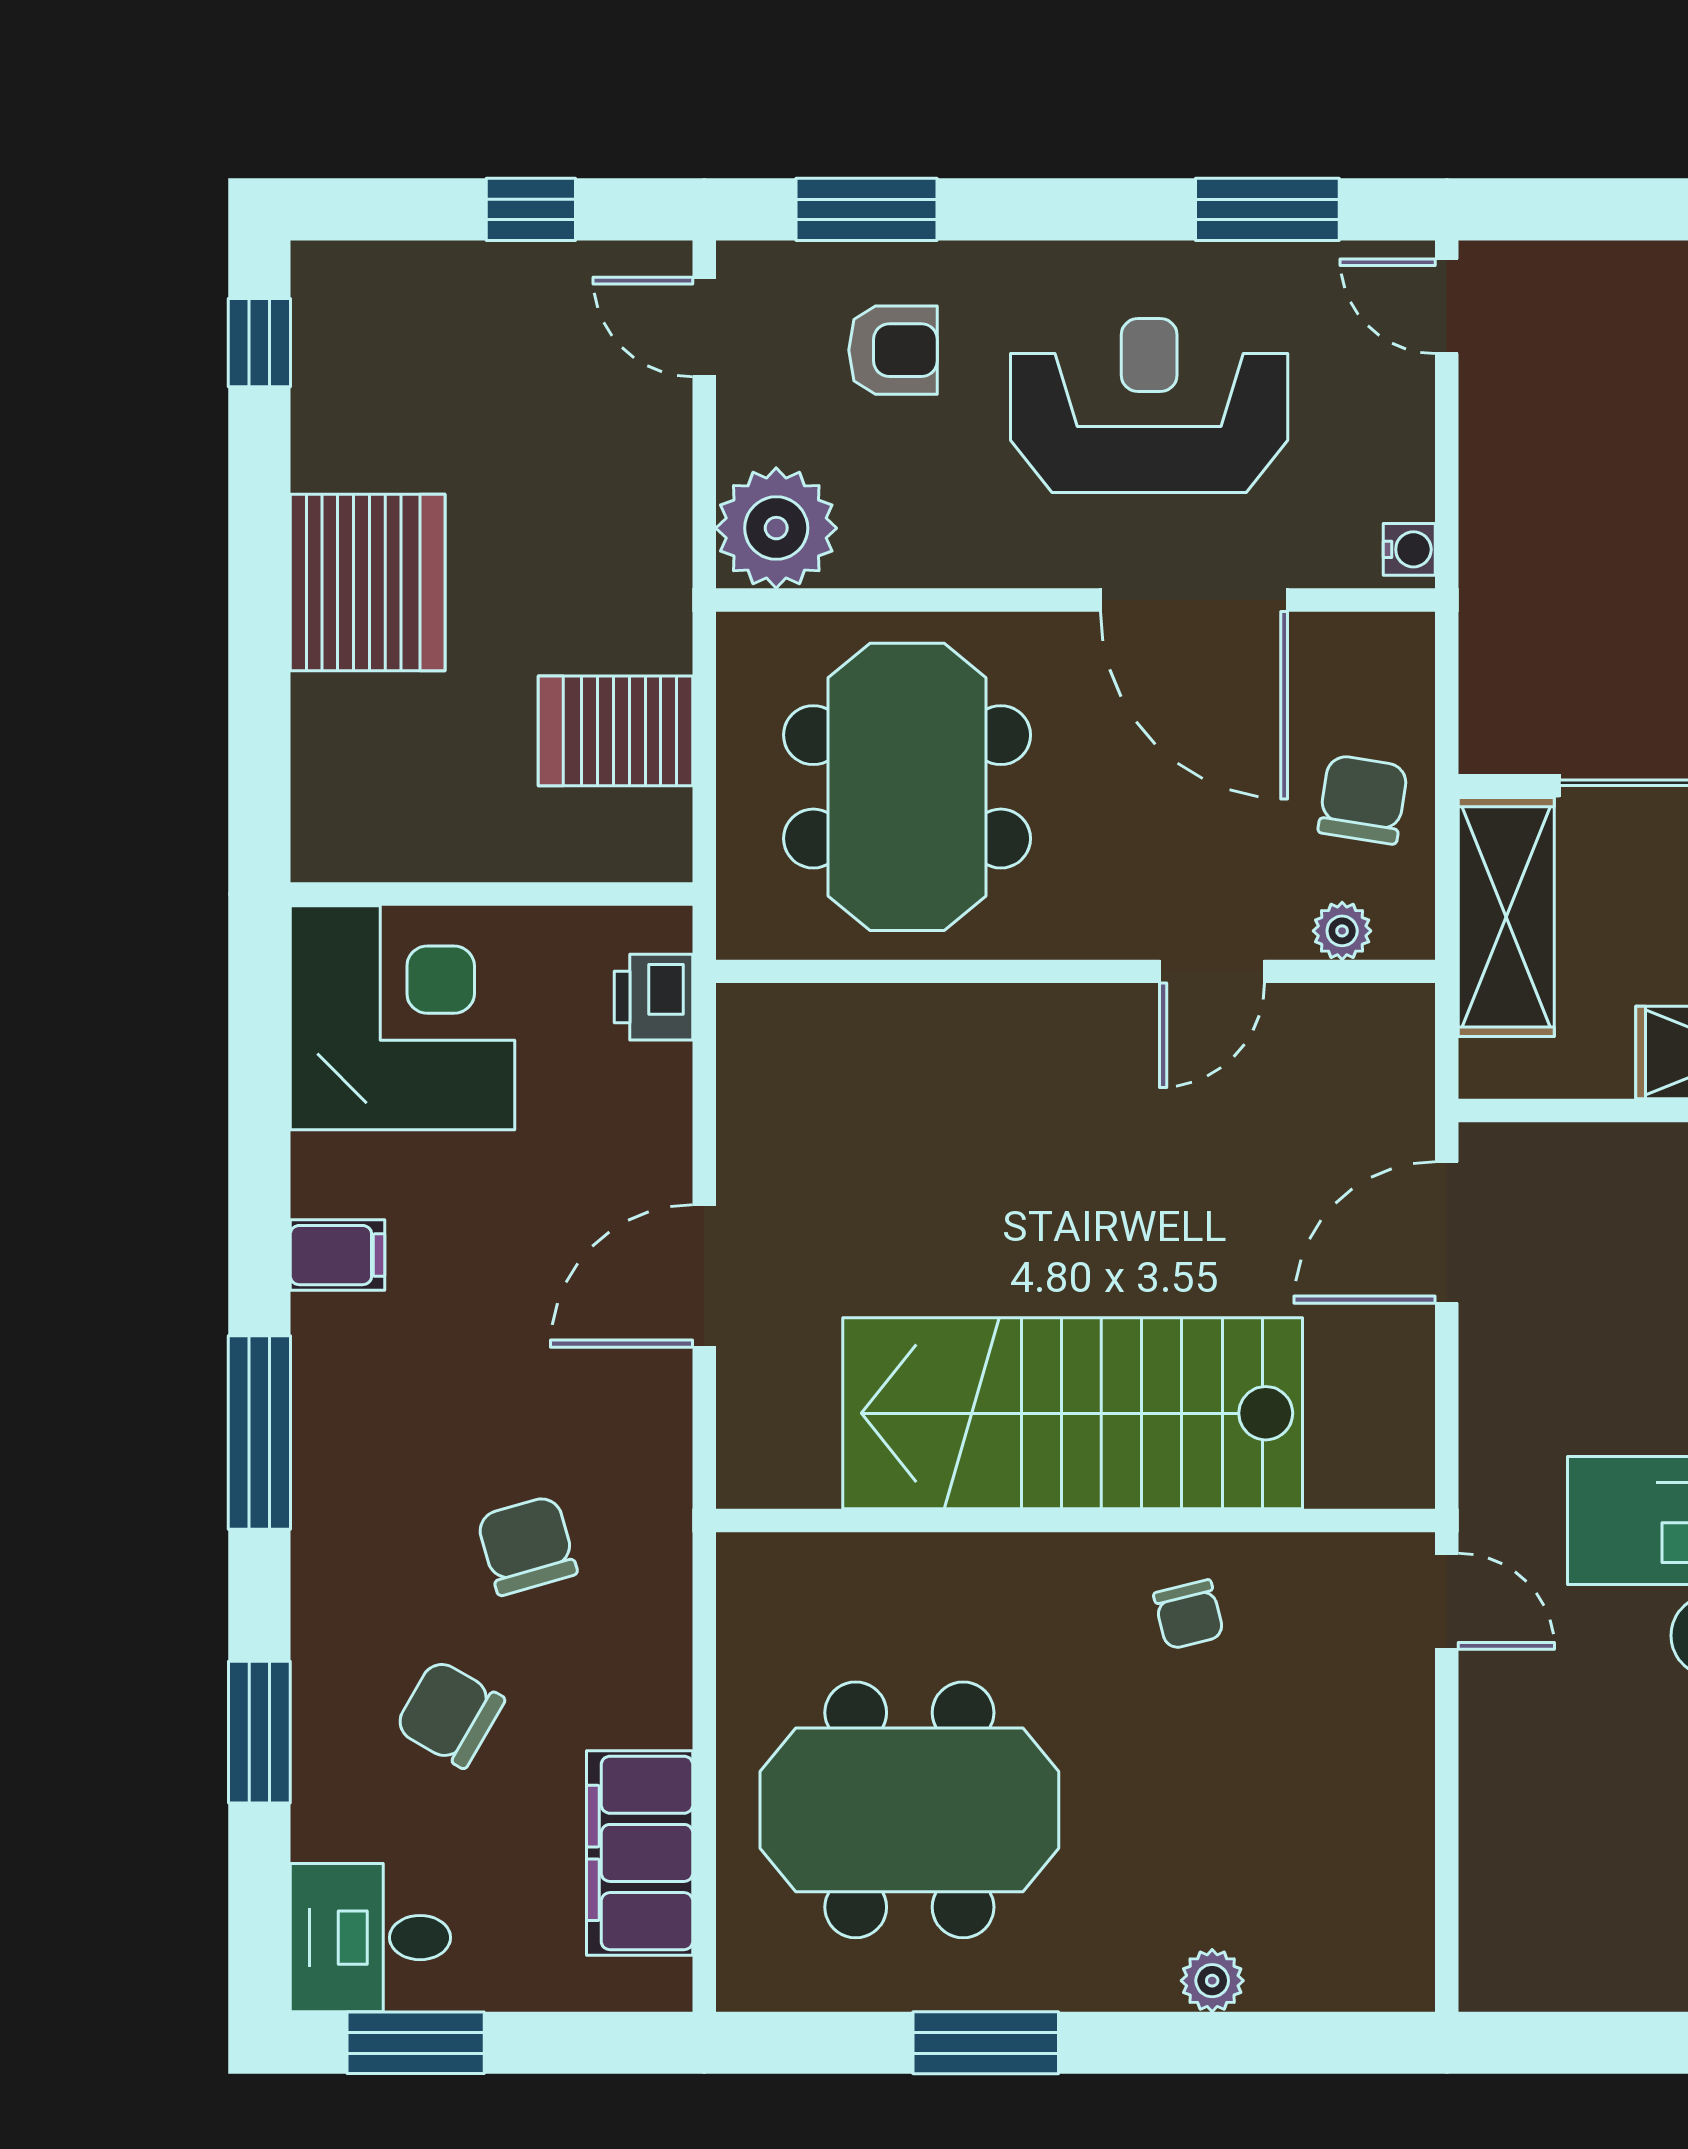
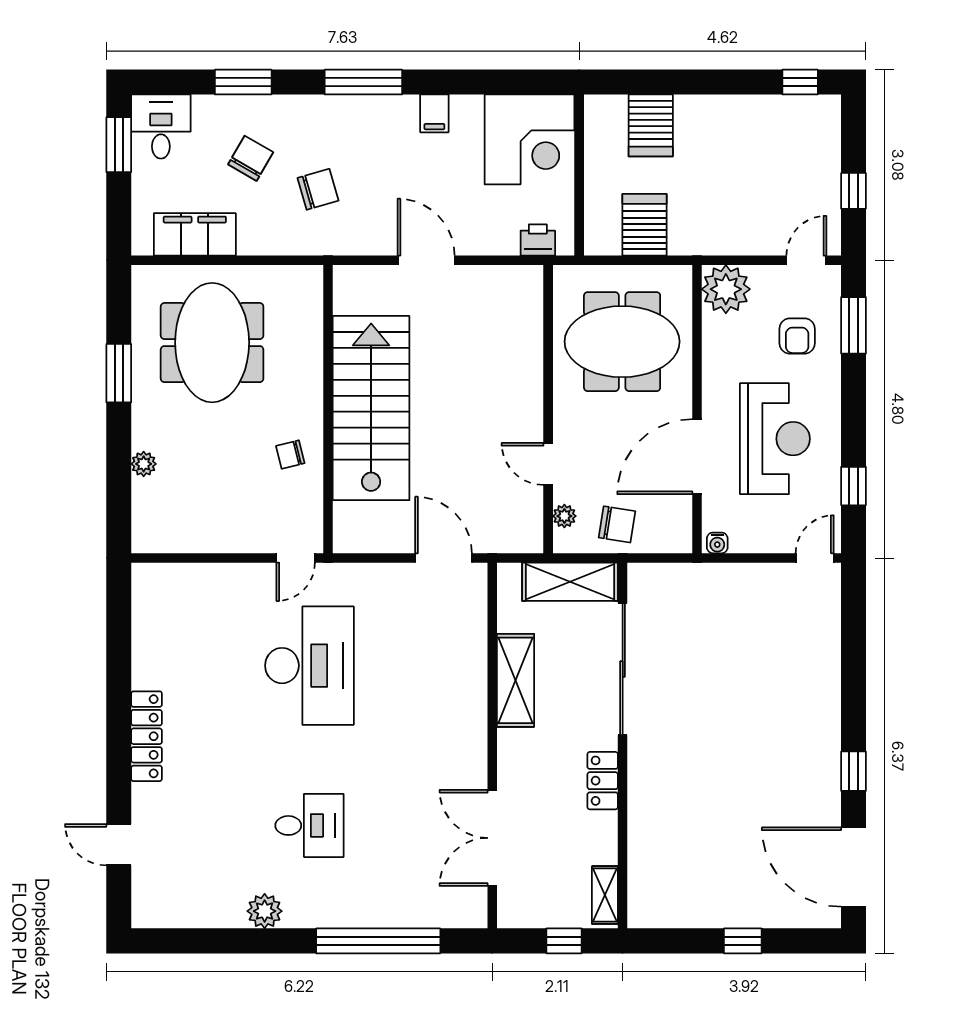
window: (1267, 209) -> (854, 486), width x0.67
server rack: (368, 583) -> (651, 125), moved, width x0.62

